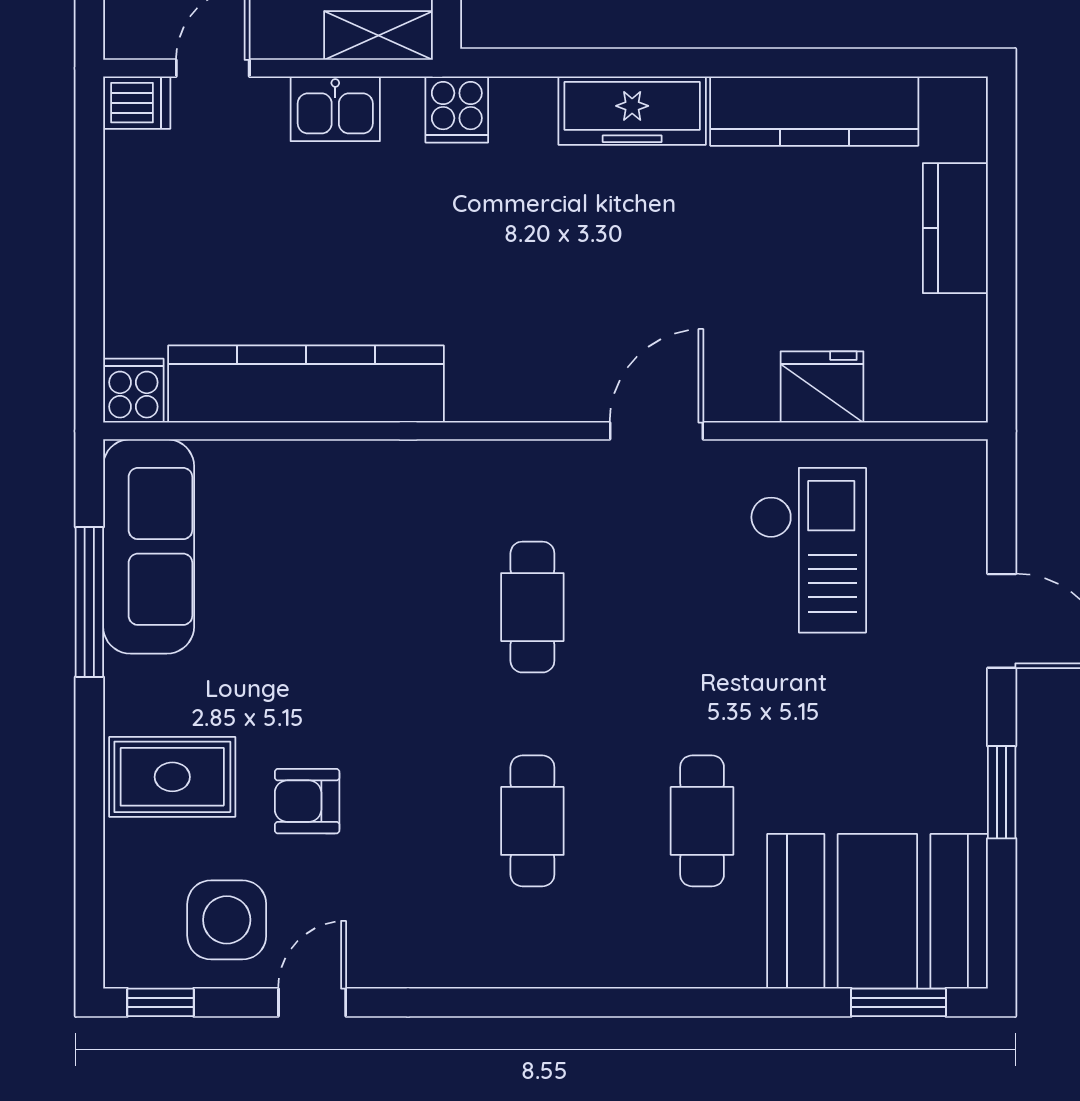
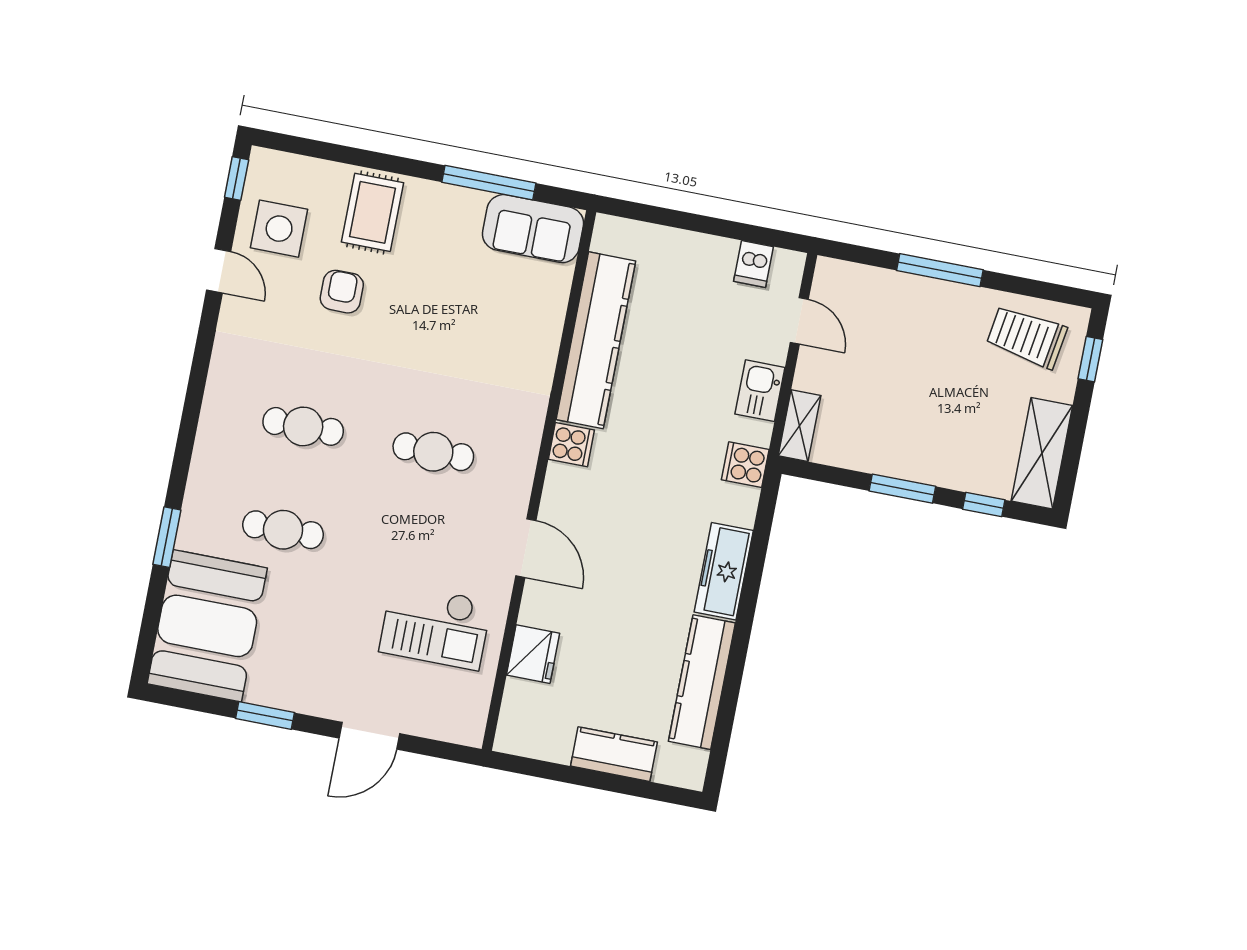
dishwasher: (137, 103) -> (753, 264), moved
cooker: (133, 391) -> (571, 445), moved
sofa: (149, 546) -> (533, 229), width x0.73
window: (898, 1002) -> (167, 537), moved

